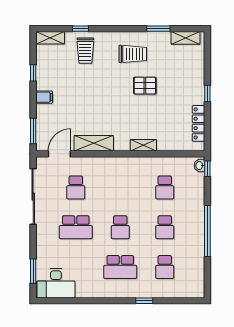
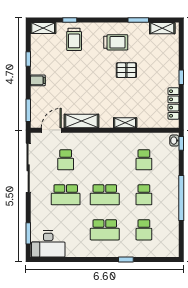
school desk: (120, 227) -> (105, 195), width x1.85

